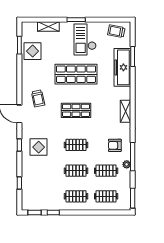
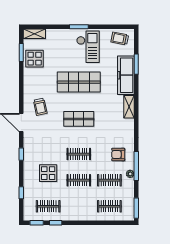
shelving: (48, 27) -> (34, 34), moved
checkout: (85, 39) -> (88, 47), turned 180
shelving: (125, 111) -> (129, 107), moved
display table: (39, 147) -> (48, 173), moved
clothes rail: (76, 196) -> (48, 206), moved

